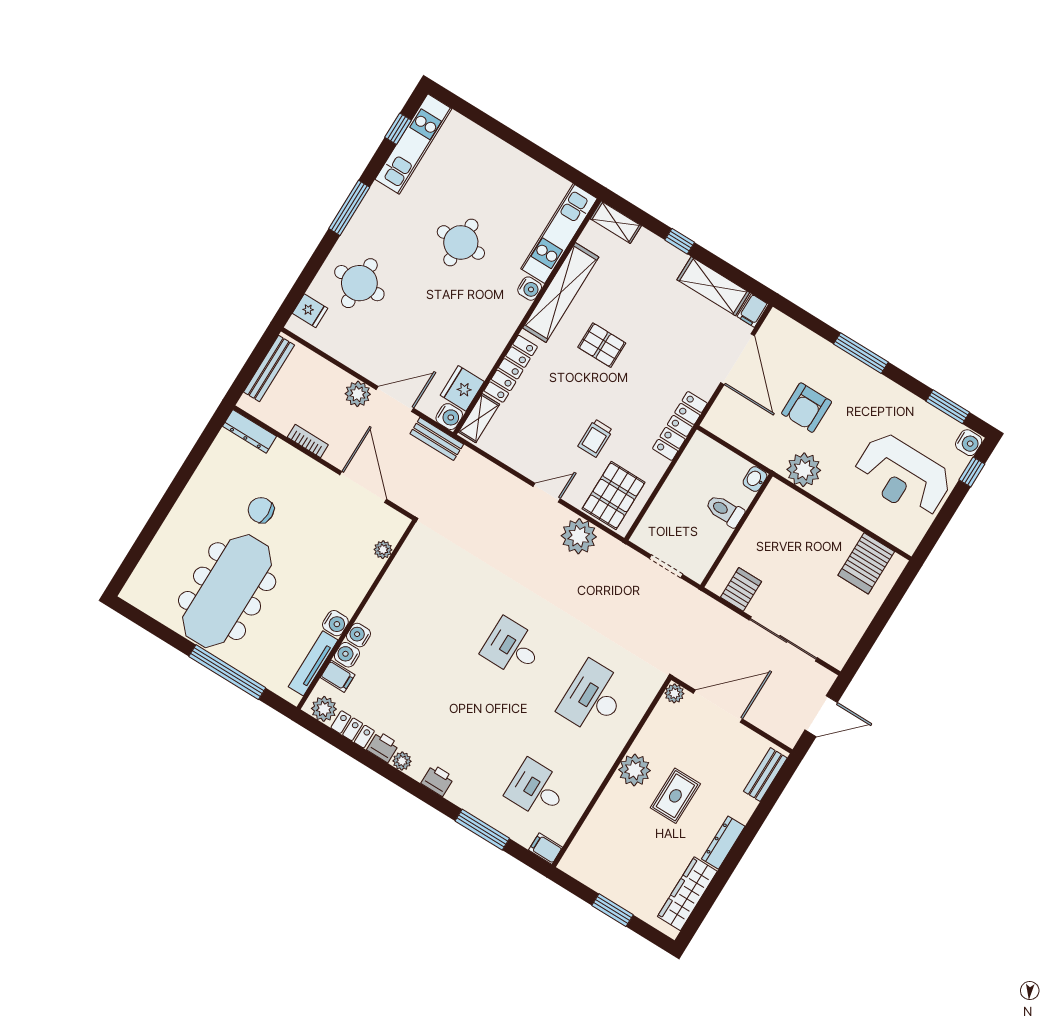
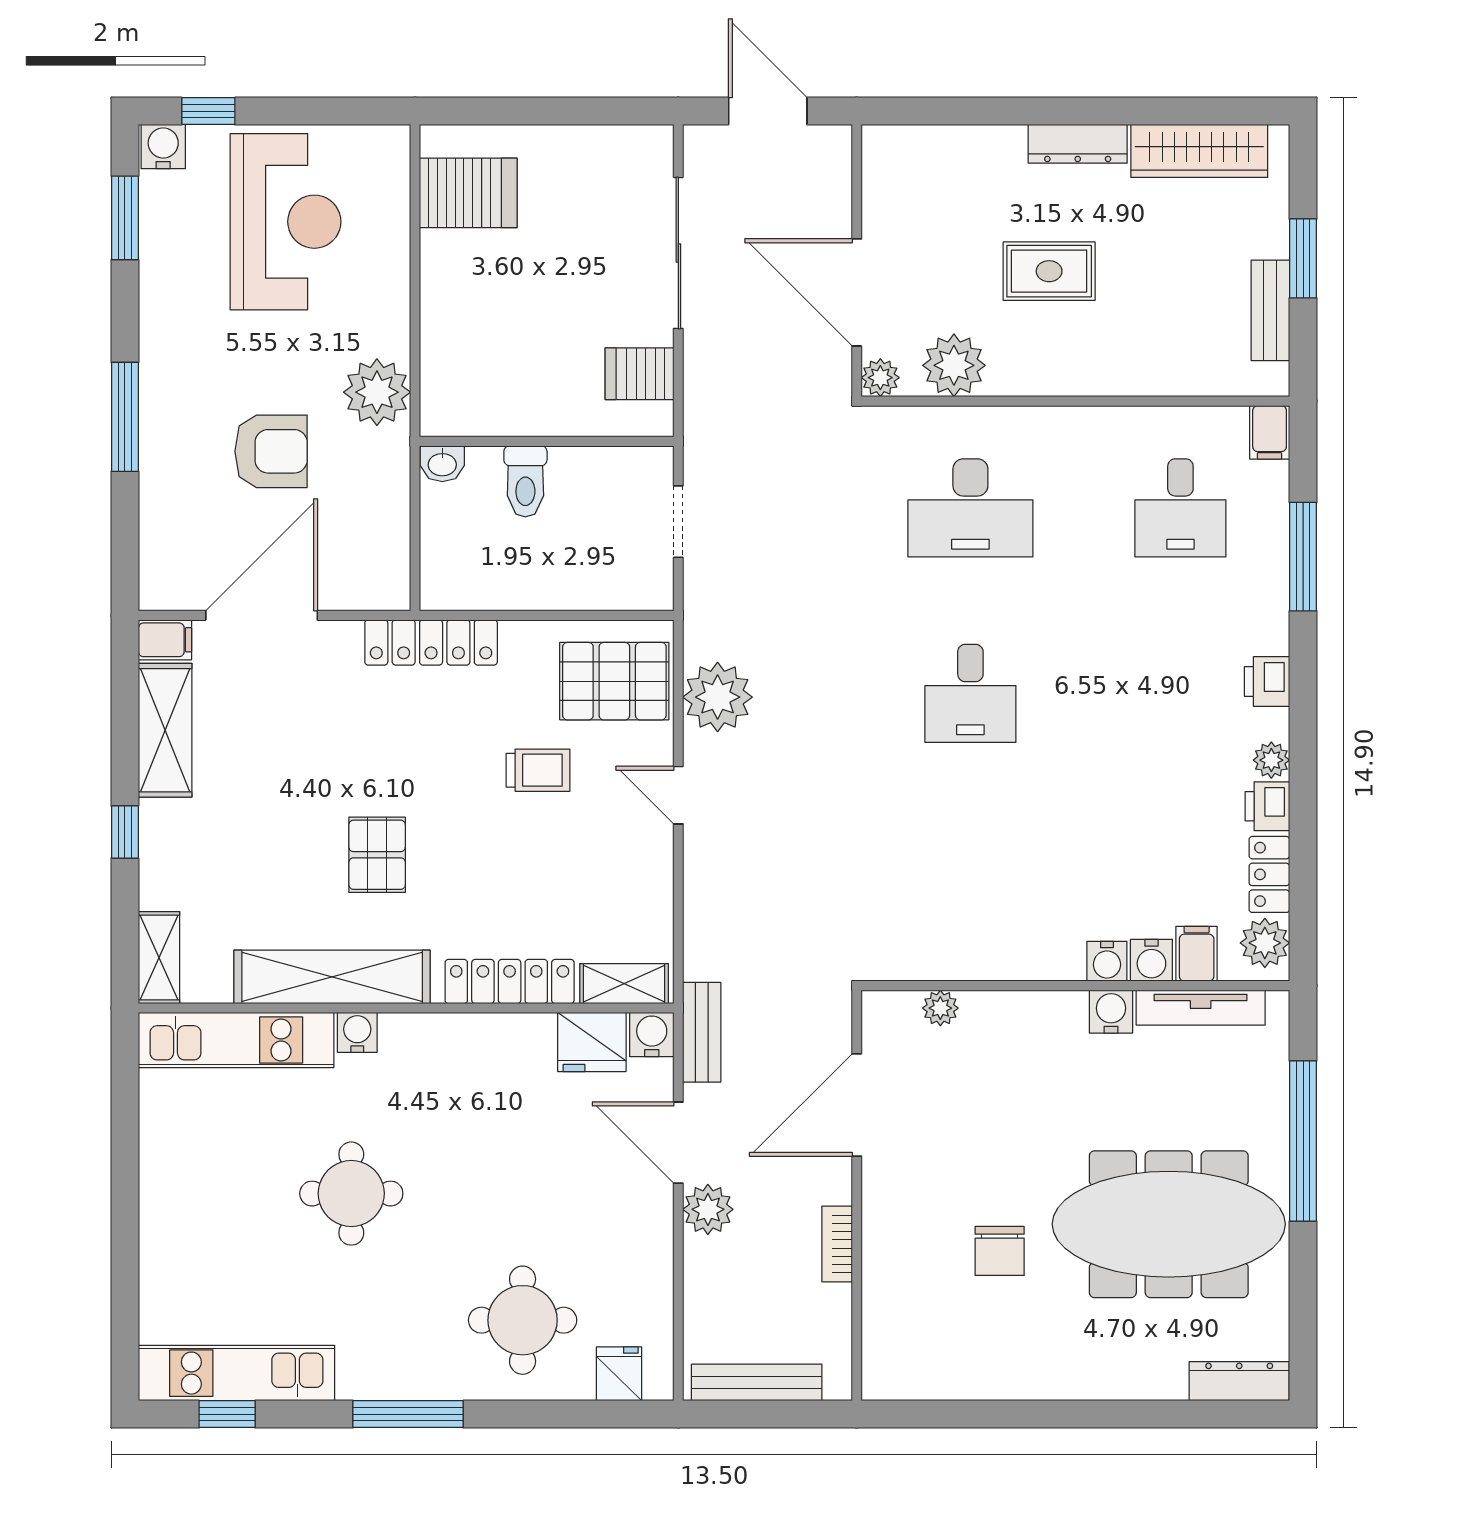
dresser: (249, 431) -> (1239, 1381), moved, turned -90
plant: (635, 770) -> (954, 365), moved
bench: (765, 775) -> (1270, 310), moved, turned 90

